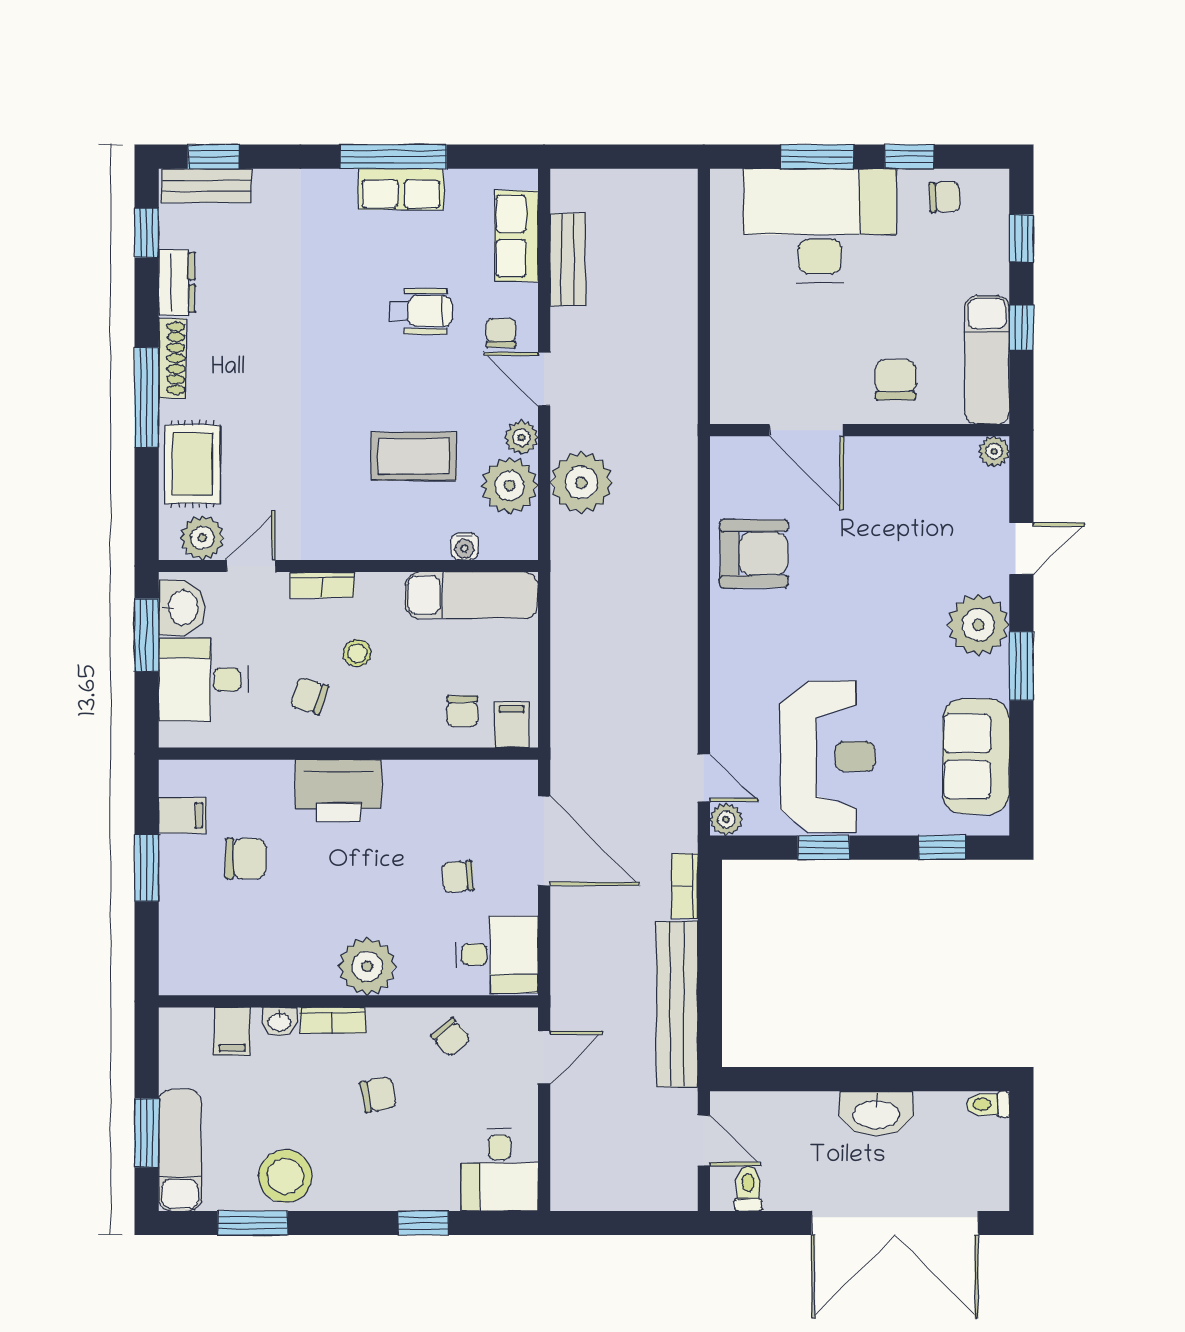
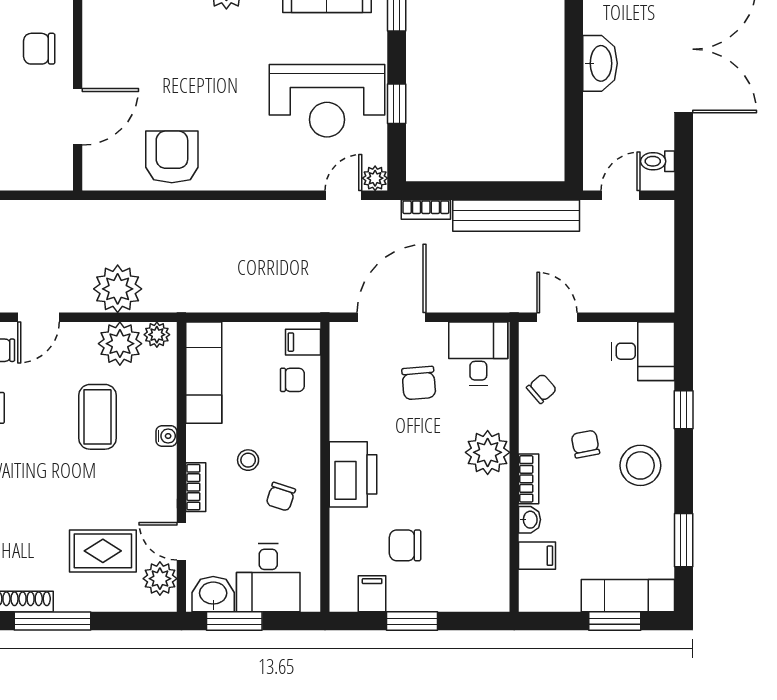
plant: (521, 437) -> (157, 335), moved
rug: (192, 464) -> (103, 551), moved
water cooler: (465, 546) -> (166, 436), moved
reception desk: (827, 756) -> (327, 101), turned 180
chair: (246, 859) -> (405, 545), turned -90
chair: (458, 877) -> (419, 383), width x1.37, depth x1.37
stool: (285, 1176) -> (640, 465), moved

